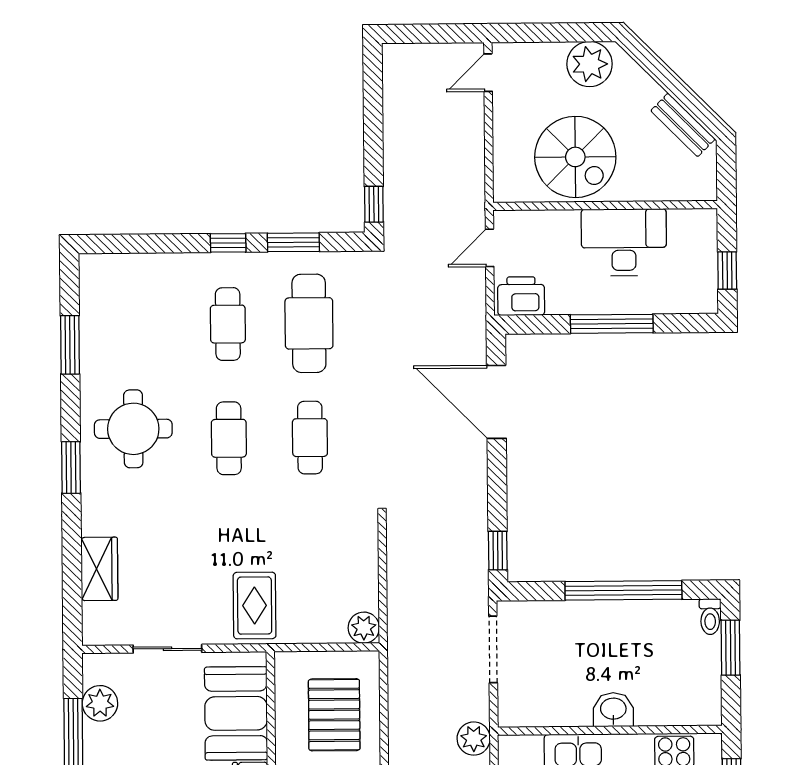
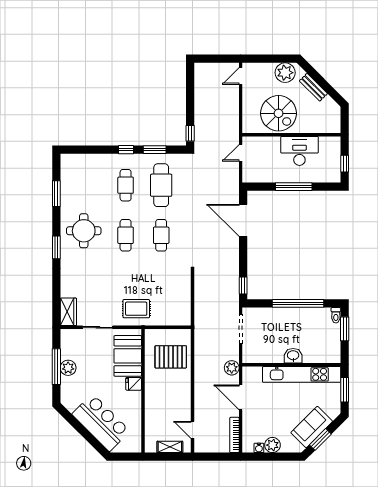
bench: (683, 125) -> (313, 87), moved
printer: (521, 296) -> (254, 174), removed
wardrobe: (99, 569) -> (68, 312), moved
rug: (255, 606) -> (136, 309), turned 90
plant: (364, 628) -> (184, 319), removed
plant: (100, 703) -> (68, 368), moved
pallet: (334, 715) -> (171, 357), turned 90

